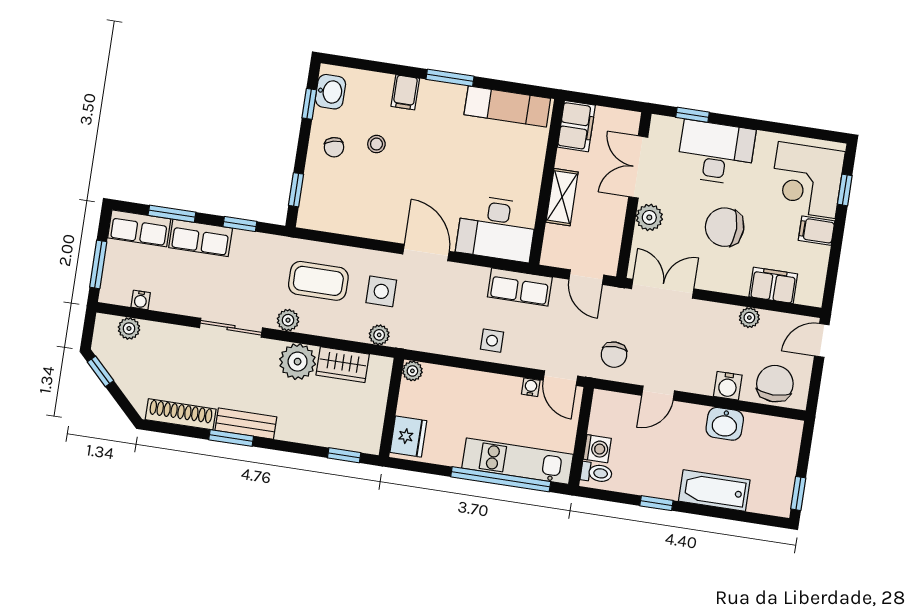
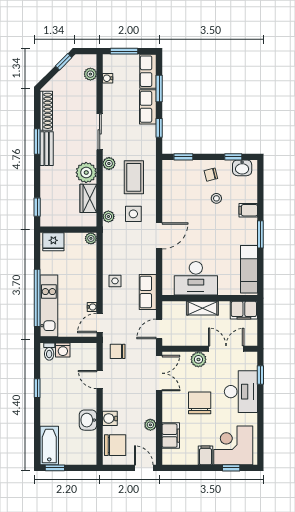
desk: (496, 228) -> (196, 278), moved, turned -90
bathtub: (714, 491) -> (49, 445), moved

